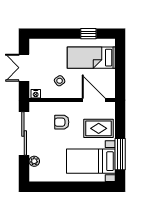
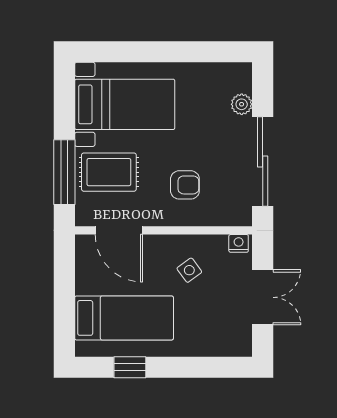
window: (120, 154) -> (64, 172), moved

